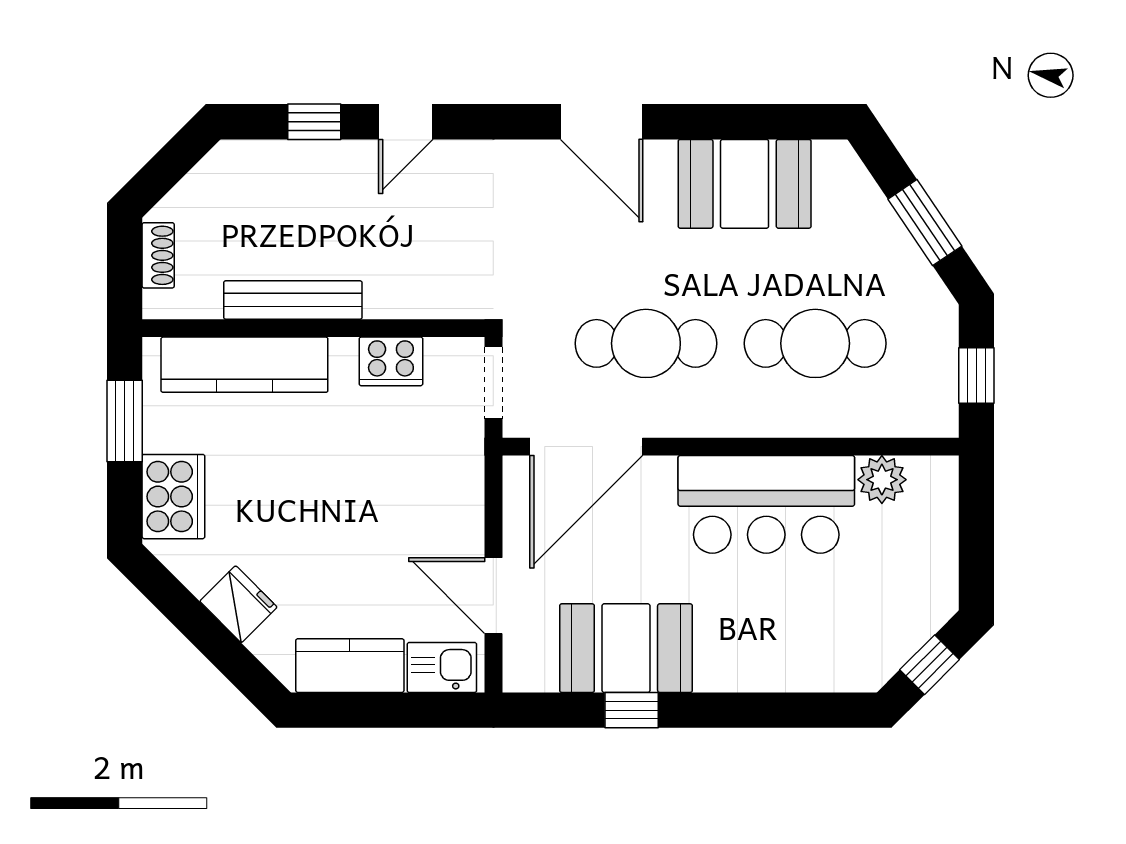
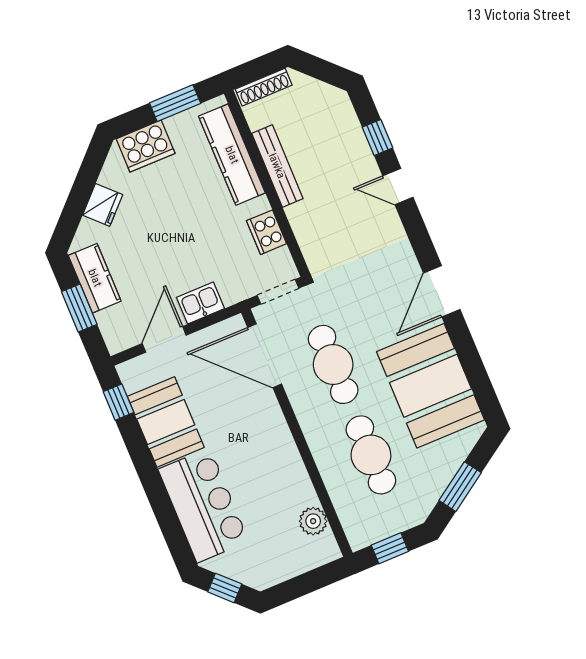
booth: (745, 184) -> (430, 386), width x1.36, depth x1.42
shoe rack: (158, 255) -> (264, 87), width x1.43
bar counter: (766, 504) -> (203, 505), moved, turned 180
kitchen sink: (442, 667) -> (200, 303), moved, turned -90
window: (387, 710) -> (79, 308), added
window: (632, 710) -> (119, 402), moved

